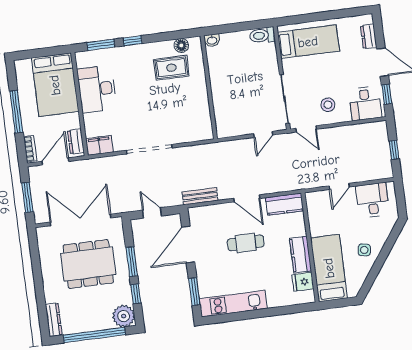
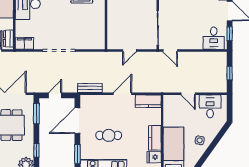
stool: (328, 105) -> (188, 36), removed
door: (263, 134) -> (129, 51), moved
door: (339, 186) -> (188, 94), hinge flipped
door: (247, 198) -> (122, 94), swing flipped
door: (152, 213) -> (55, 95), hinge flipped
cafe table: (246, 243) -> (109, 135), moved
window: (132, 262) -> (36, 114), moved

